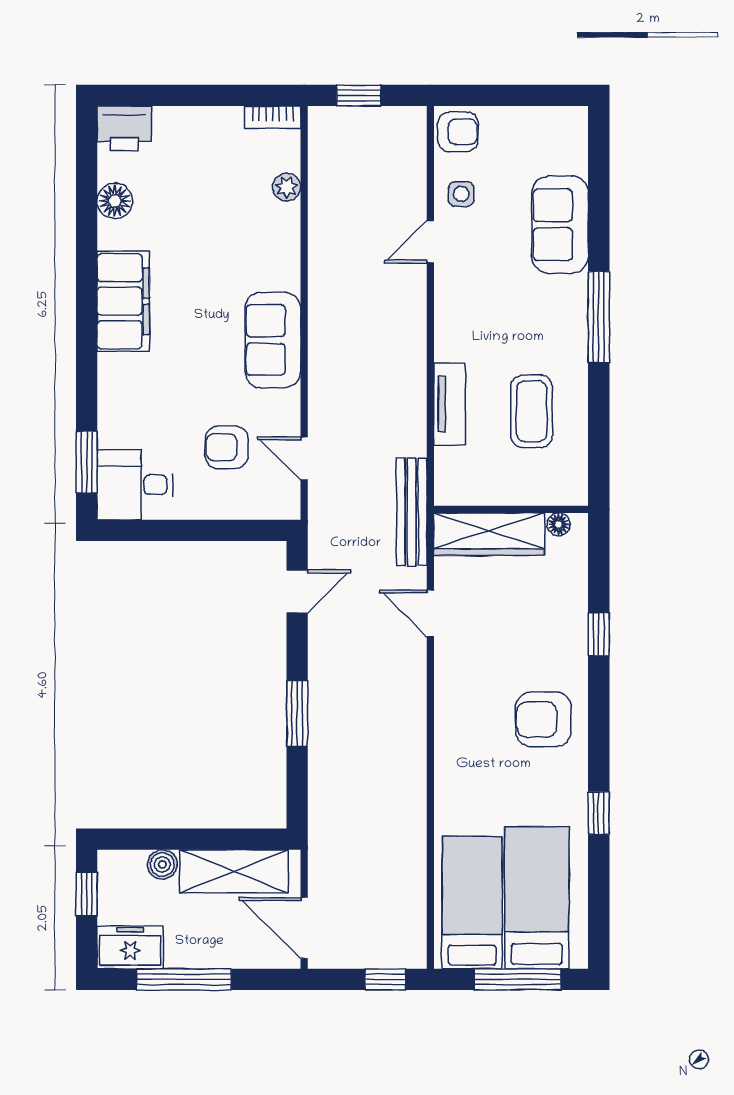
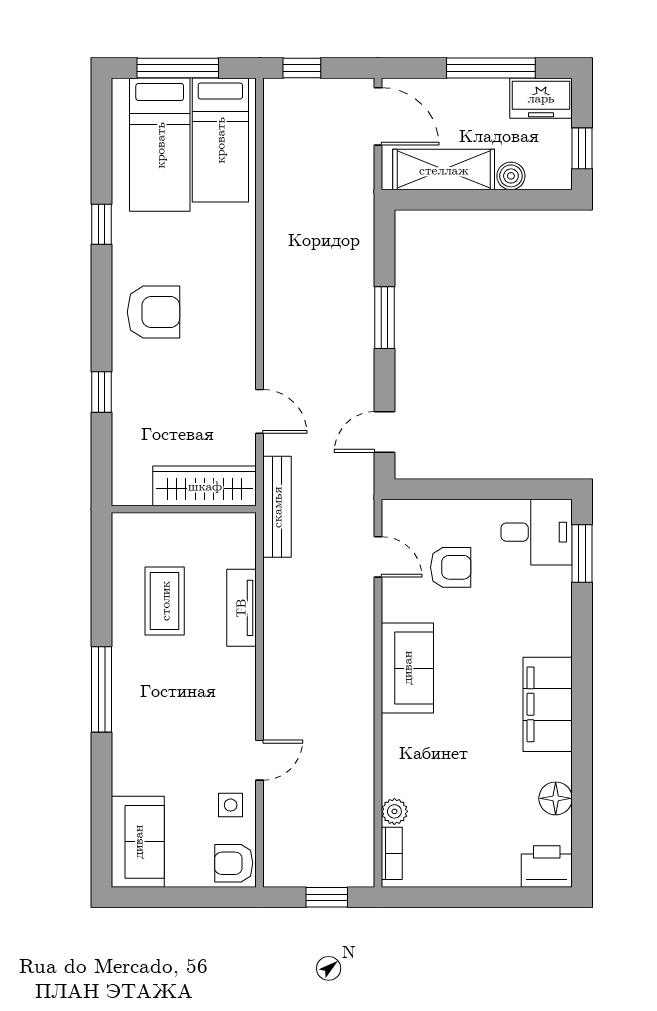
bookcase: (273, 117) -> (392, 853), moved, turned 90
sofa: (560, 225) -> (138, 842), moved
floor lamp: (558, 524) -> (139, 495), removed

